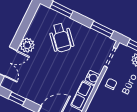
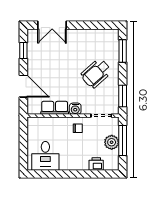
wheelchair: (61, 38) -> (96, 73), moved
plant: (27, 45) -> (76, 36), removed

